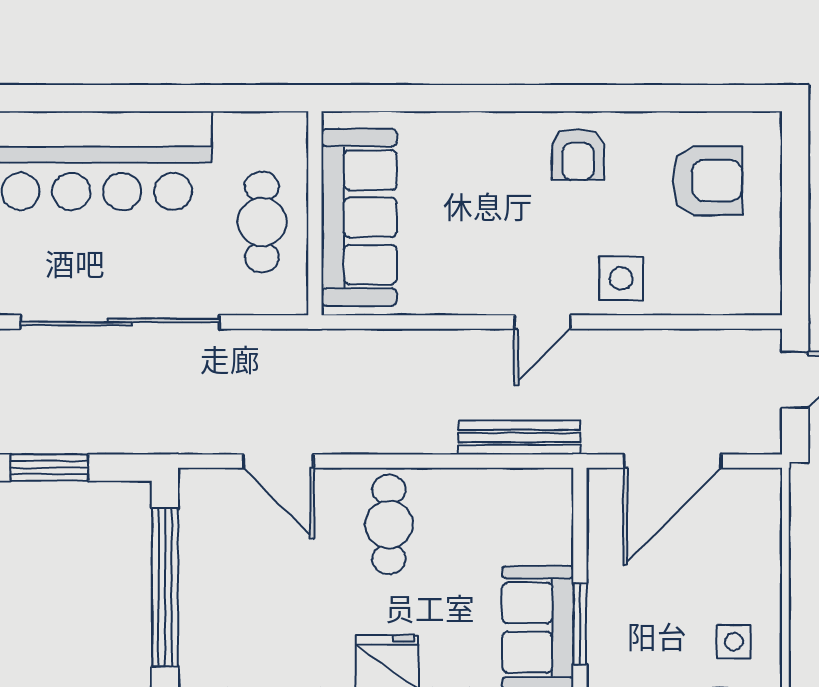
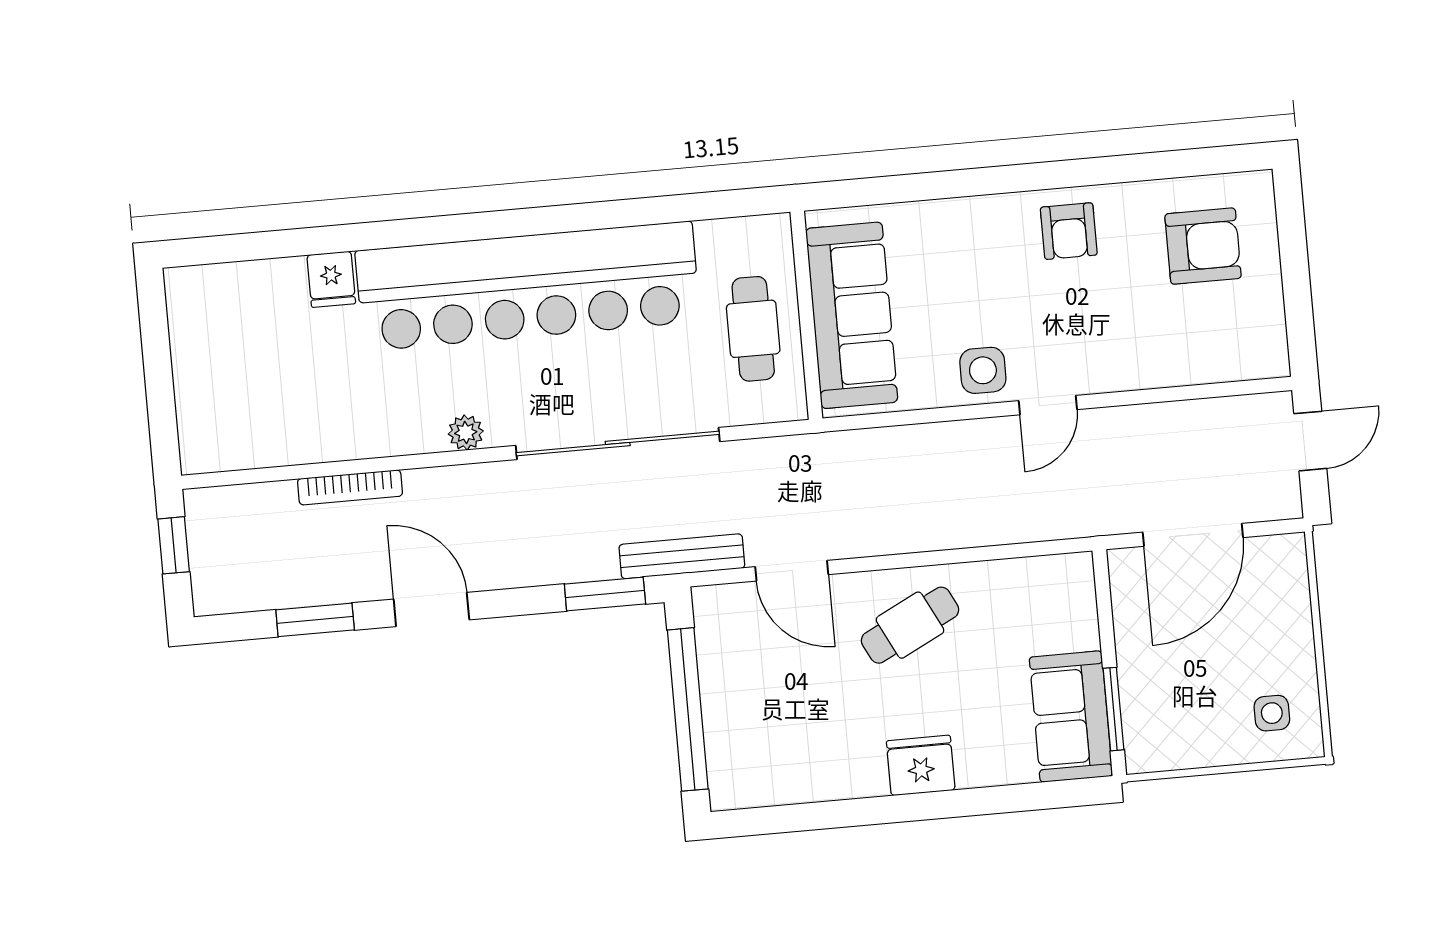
side table: (621, 278) -> (983, 370), moved
bench: (519, 438) -> (682, 556), moved
window: (49, 468) -> (605, 594), moved
cafe table: (389, 524) -> (910, 625), turned 63

